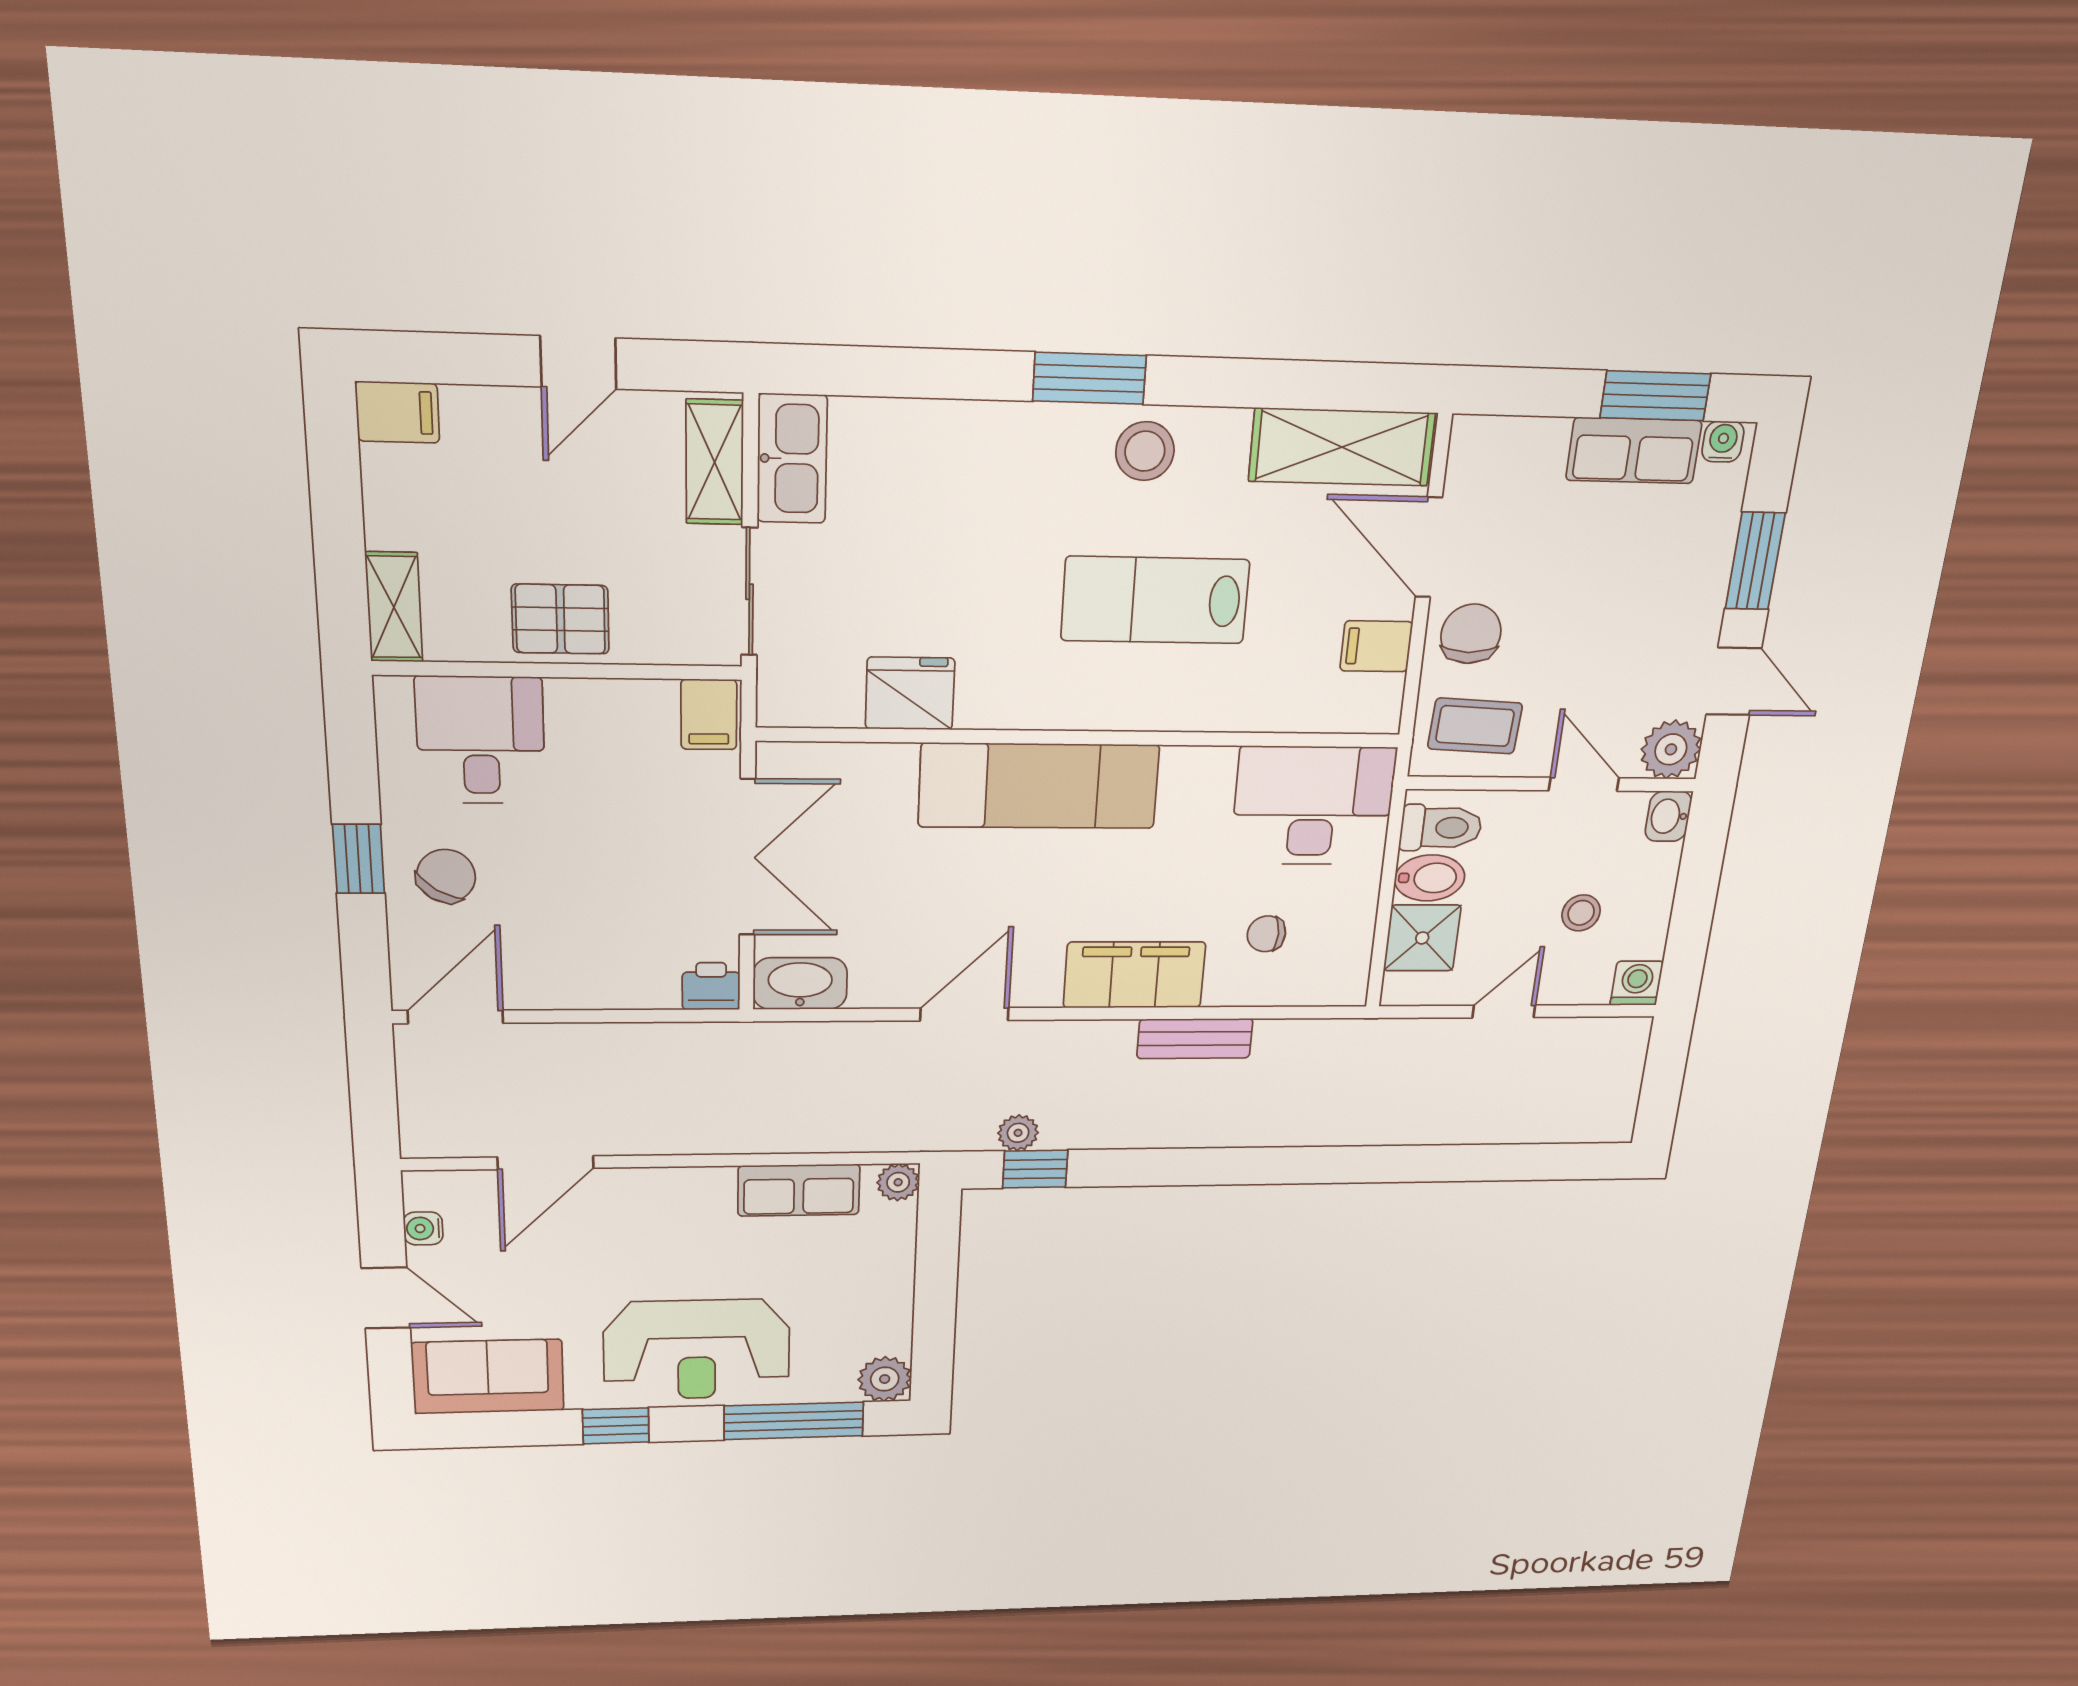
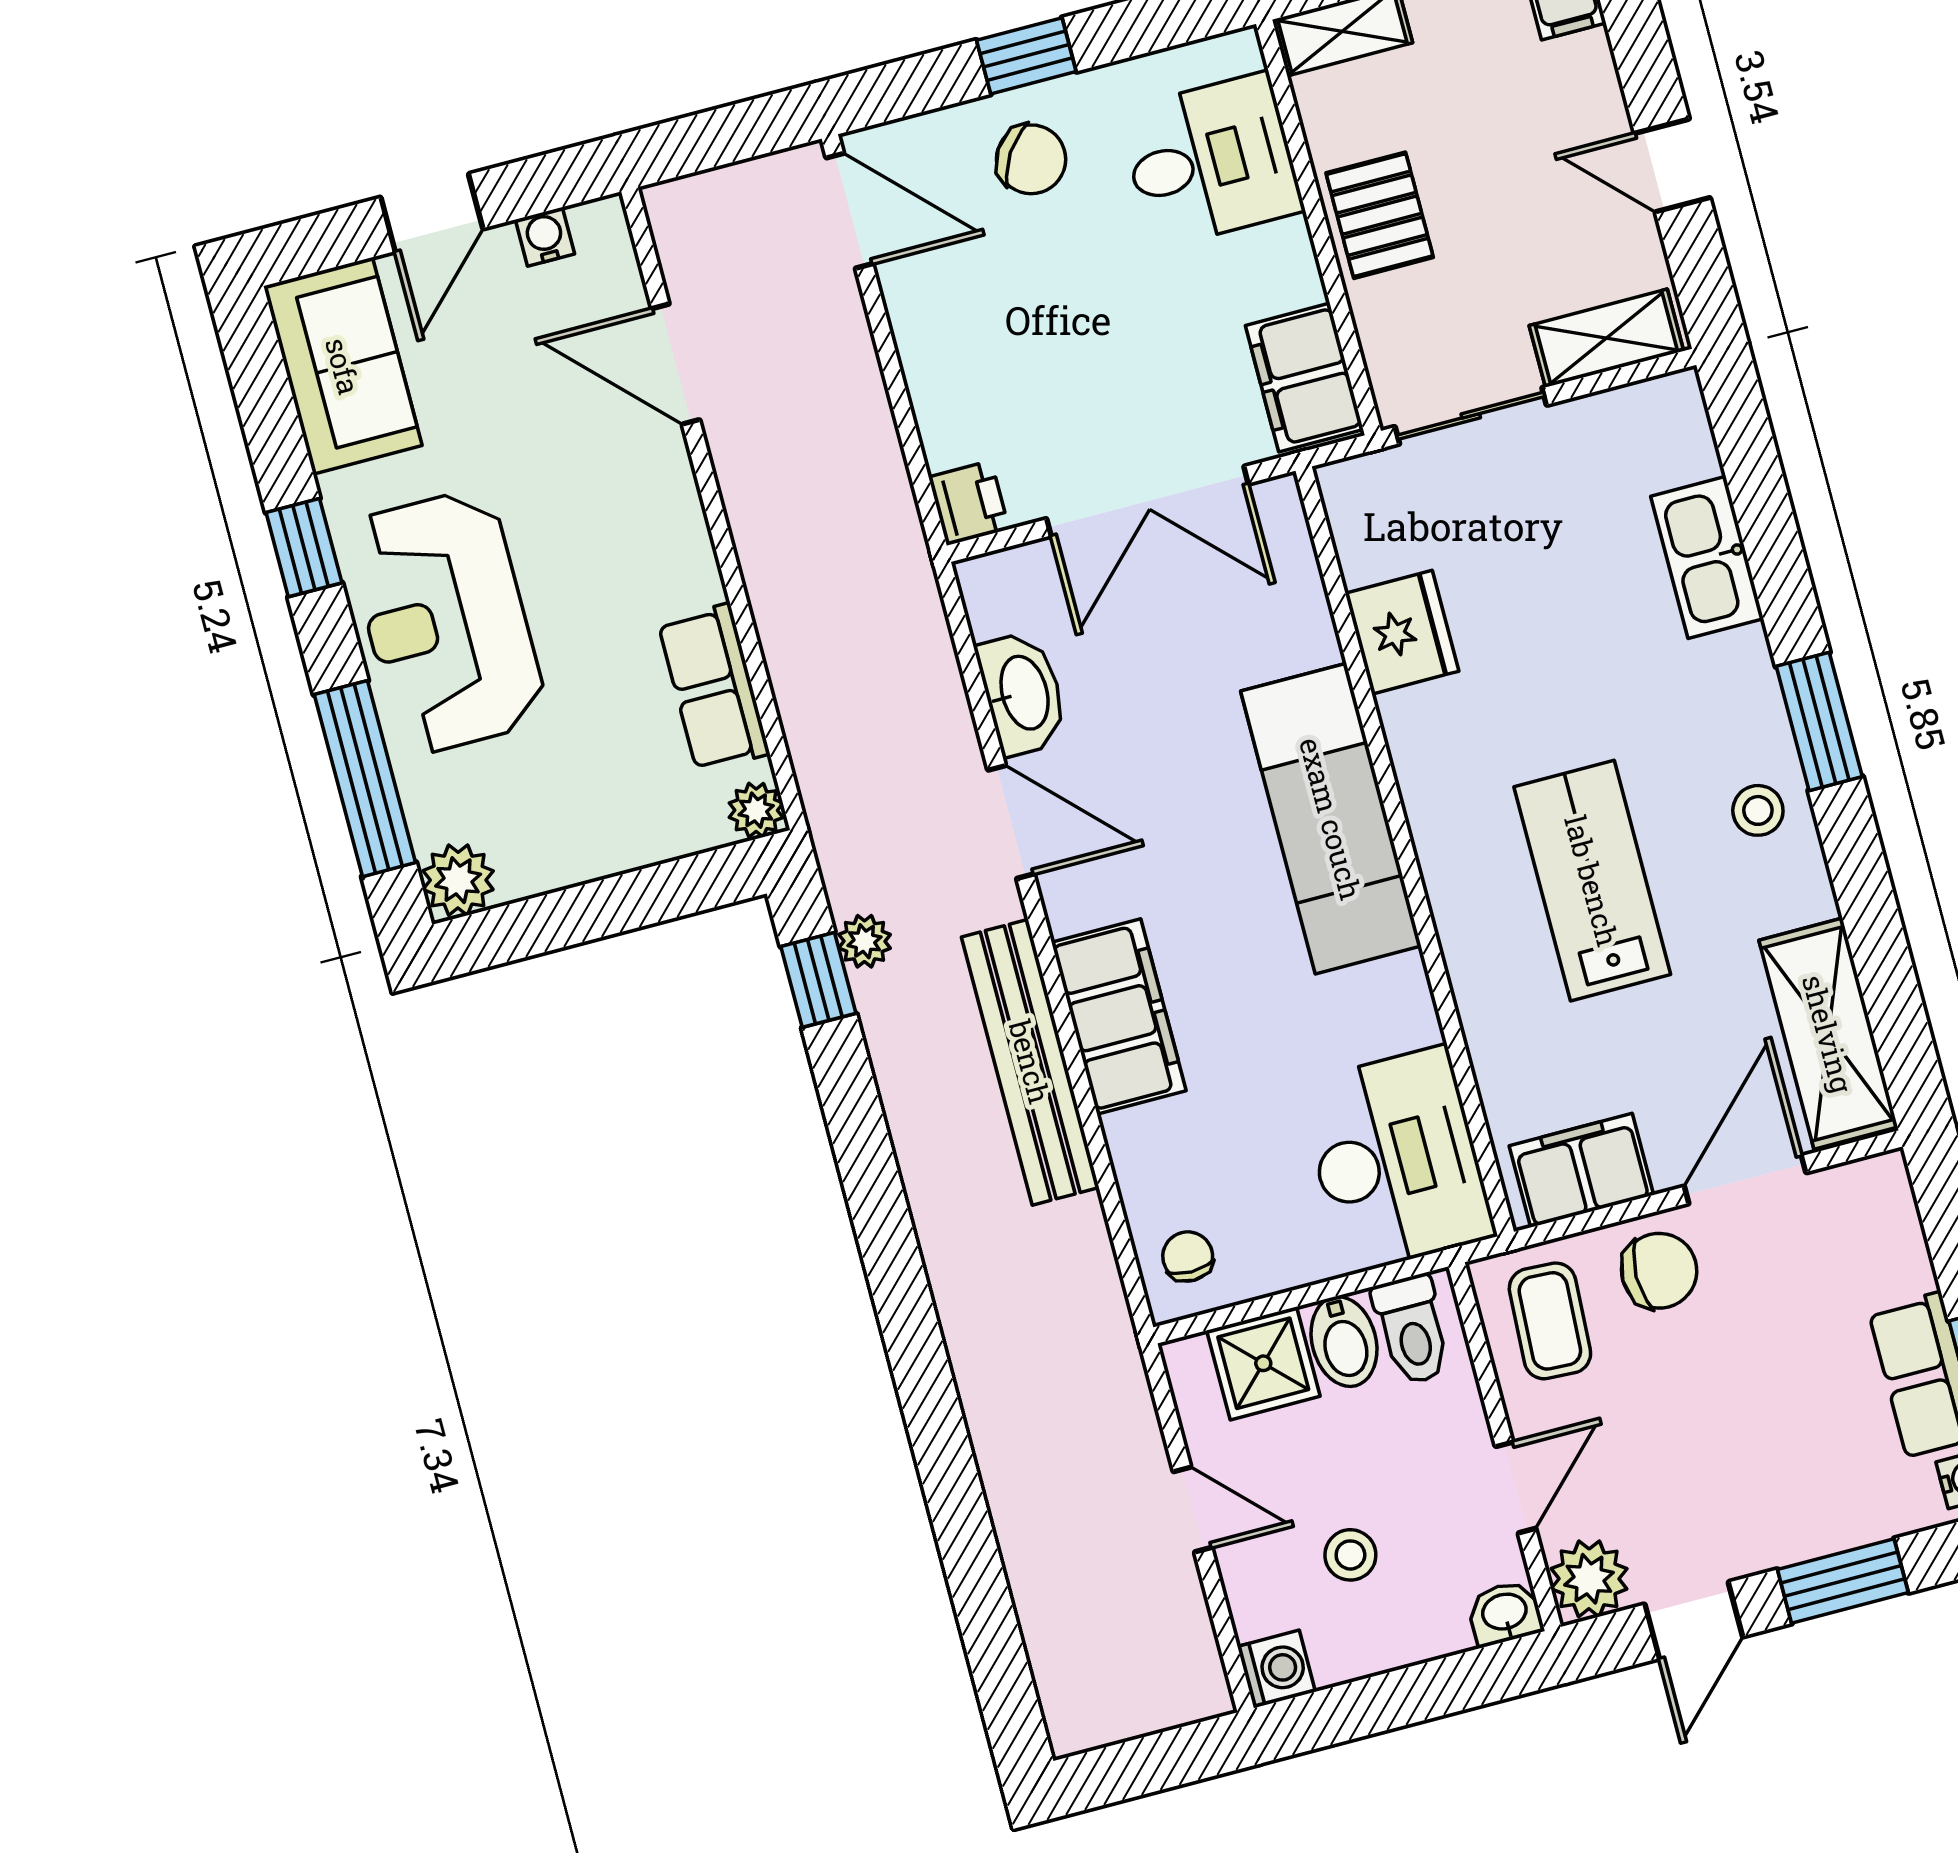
stool: (1145, 451) -> (1758, 810), width x0.73, depth x0.73
kitchen sink: (792, 459) -> (1707, 557), moved, turned 90
filing cabinet: (1376, 646) -> (1581, 1170), width x2.00
filing cabinet: (709, 715) -> (1304, 377), width x2.00
chair: (1266, 934) -> (1188, 1256), moved
washbasin: (800, 984) -> (1022, 693), moved
bench: (1195, 1039) -> (1030, 1062), width x1.86, depth x1.21

